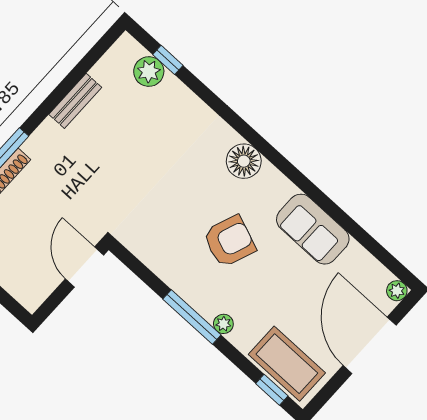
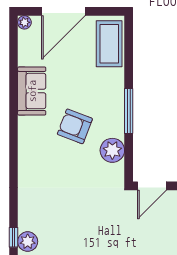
floor lamp: (244, 161) -> (29, 155), removed
plant: (223, 324) -> (112, 150), moved, width x1.88, depth x1.88
window: (272, 390) -> (129, 39), removed

